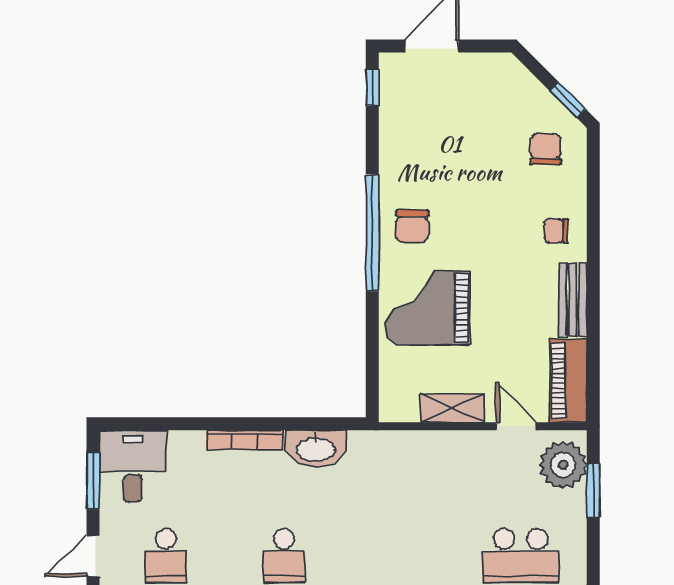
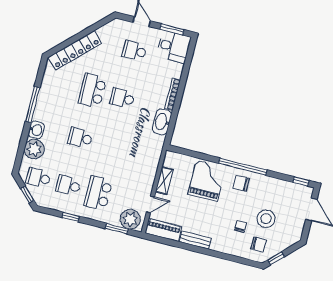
stool: (481, 147) -> (266, 219), added
chair: (556, 231) -> (240, 227), moved

